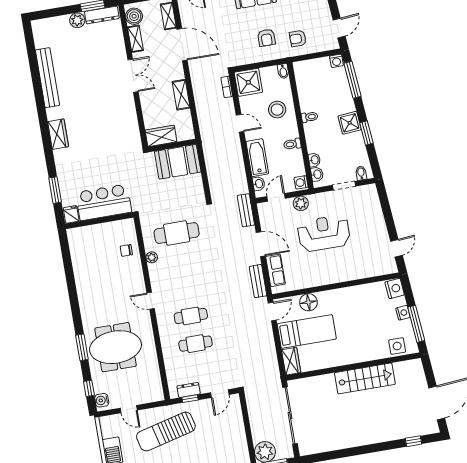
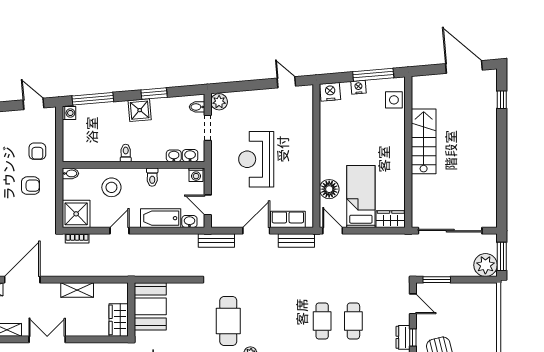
plant: (301, 203) -> (219, 102), moved
window: (245, 411) -> (437, 280), added

